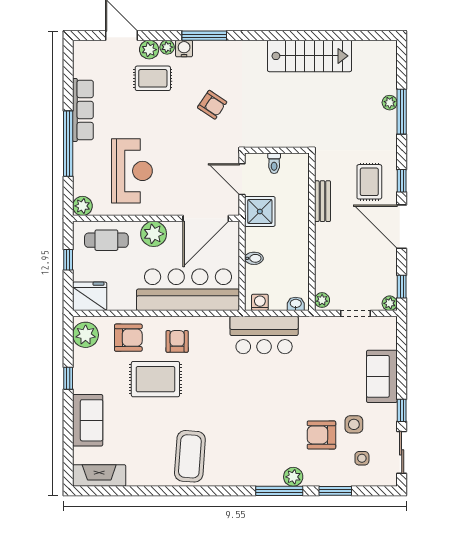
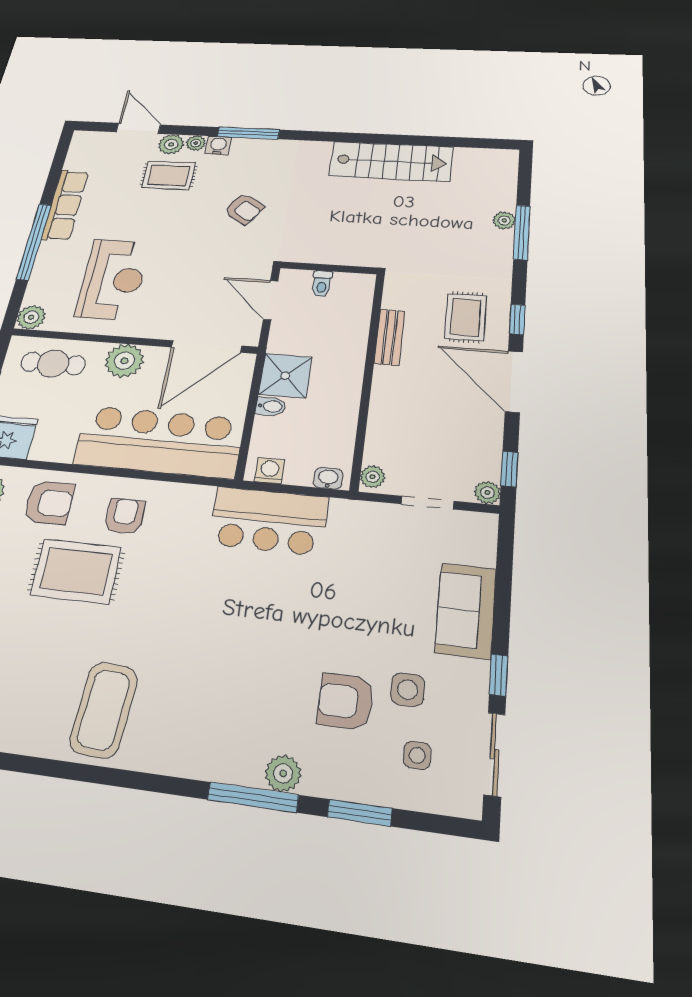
shower: (260, 211) -> (285, 376), moved

